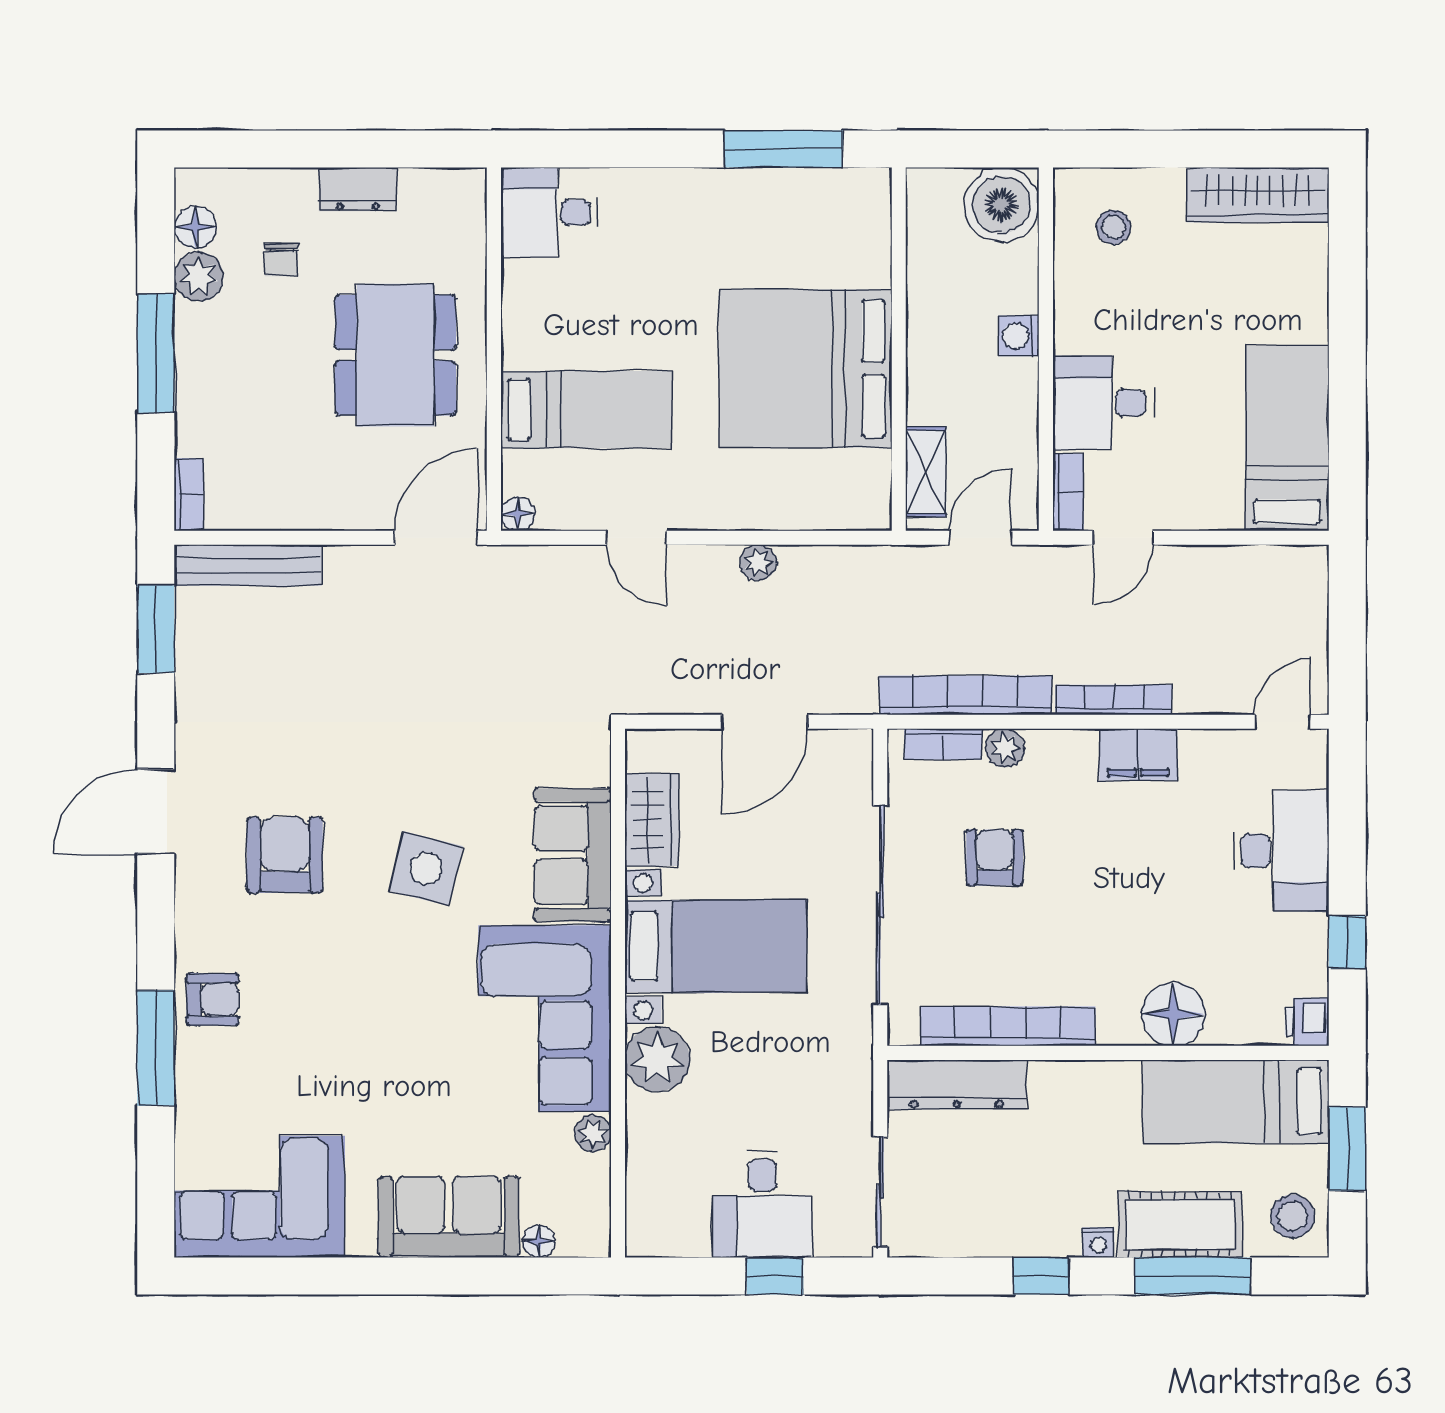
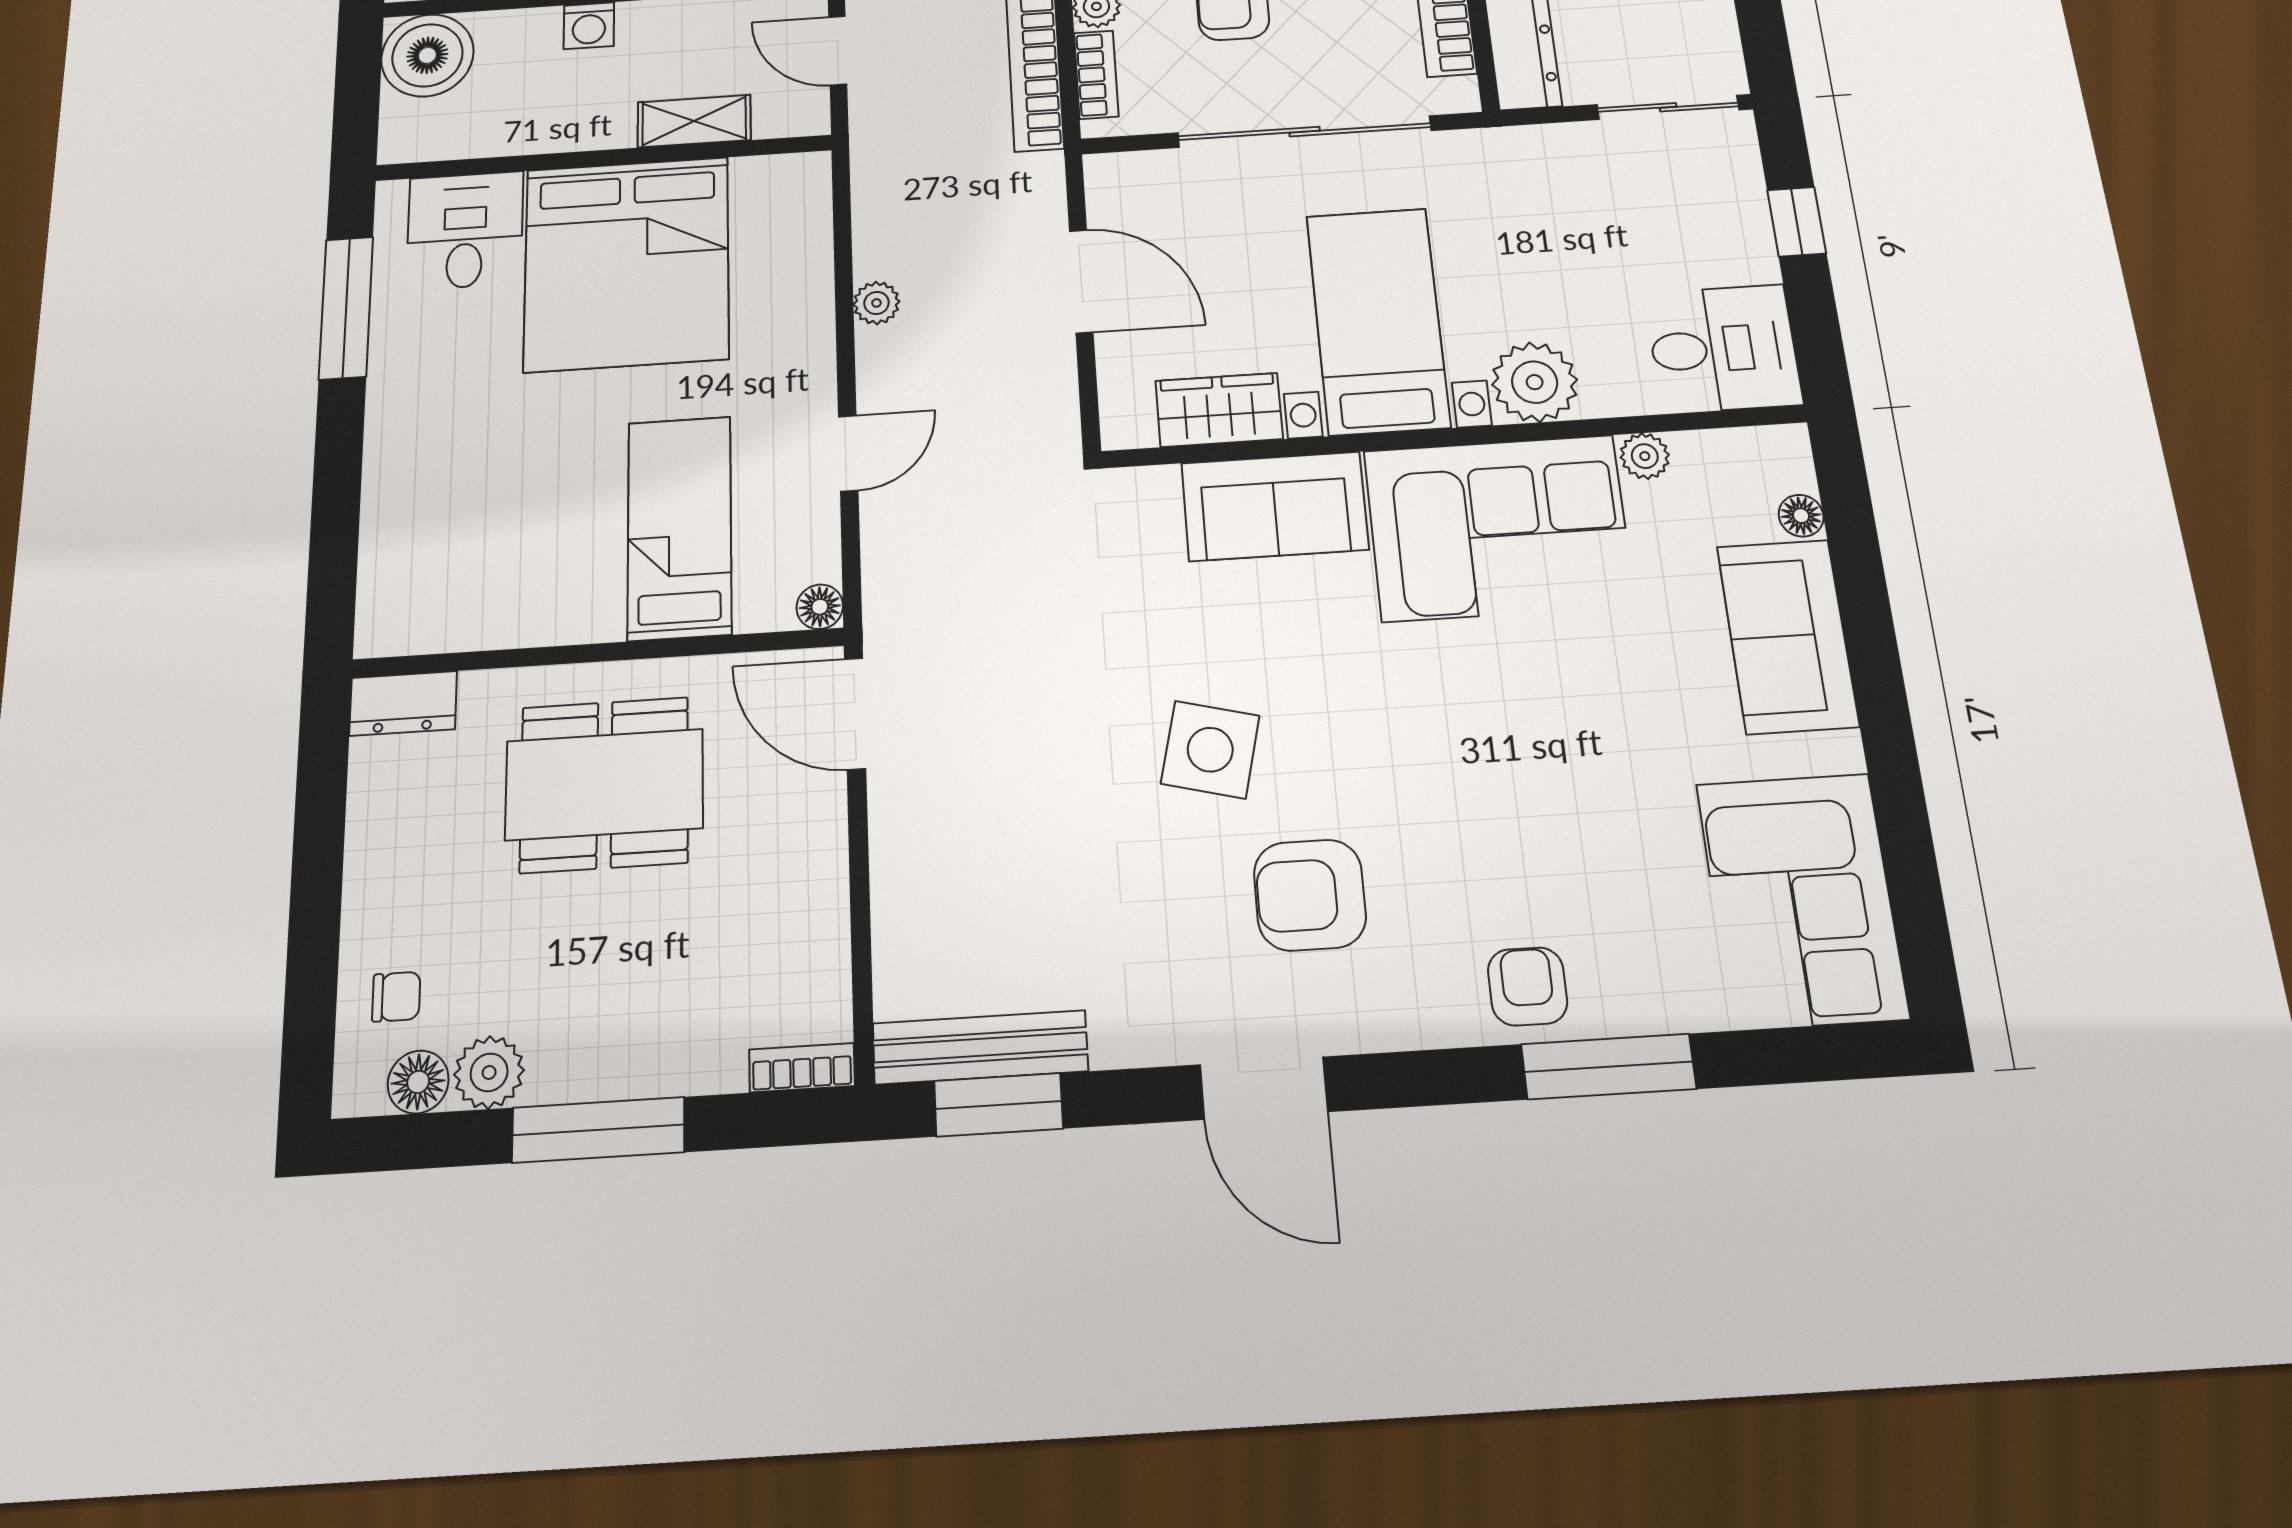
dresser: (358, 189) -> (403, 703), moved, turned 90
desk: (549, 212) -> (465, 231), moved, turned 180
chair: (281, 260) -> (396, 997), moved
shelving: (926, 472) -> (694, 121), moved
bench: (248, 565) -> (980, 1047), moved, turned 90
side table: (426, 869) -> (1210, 750), moved
desk: (762, 1204) -> (1723, 349), moved

